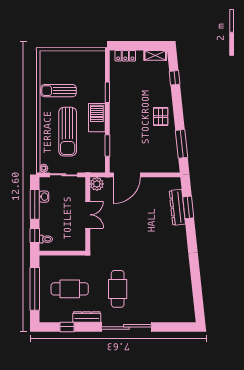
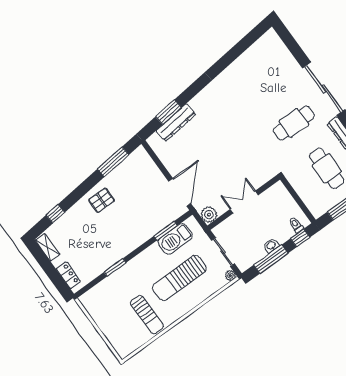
barbecue: (97, 118) -> (175, 239), moved
sun lounger: (68, 132) -> (179, 278), turned 180
door: (127, 175) -> (180, 192), hinge flipped
washbasin: (44, 197) -> (271, 246), moved

